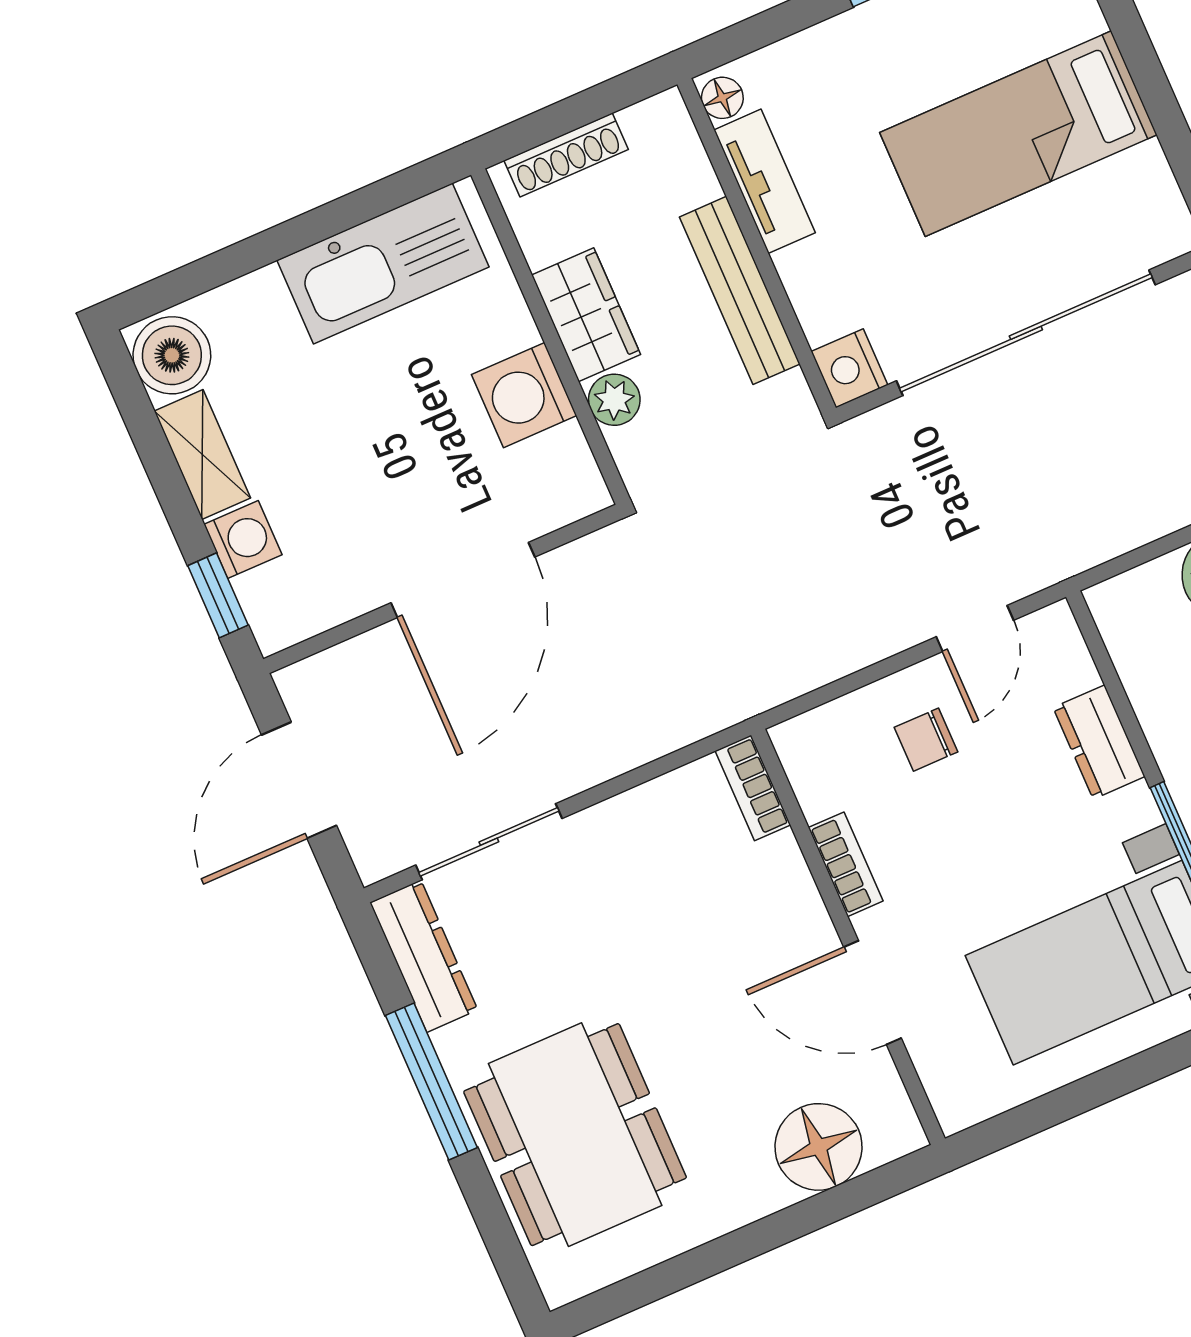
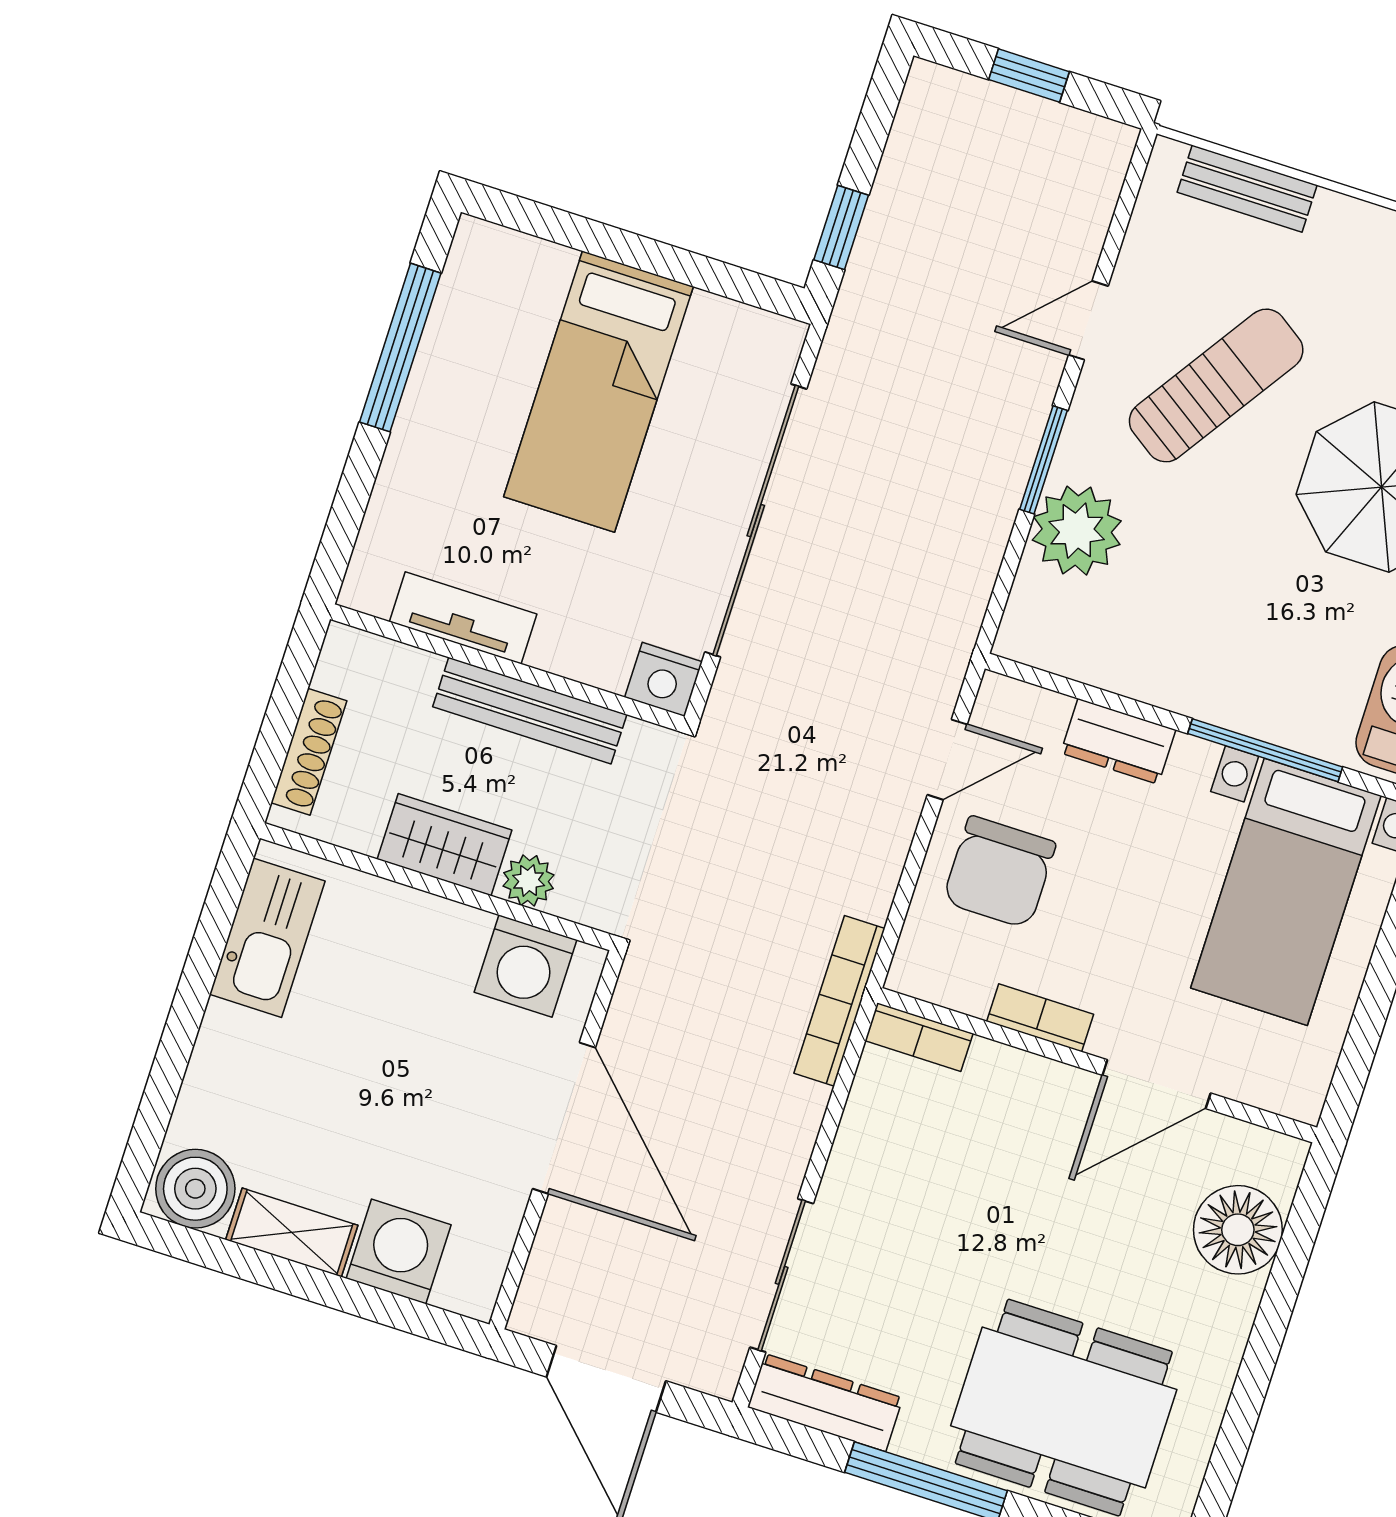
floor lamp: (722, 98) -> (371, 594), removed
kitchen sink: (383, 264) -> (267, 938), width x0.73, depth x0.81
washing machine: (524, 395) -> (526, 966), moved
washing machine: (243, 539) -> (399, 1252), width x1.38, depth x1.38
window: (218, 595) -> (410, 1316), removed
door: (975, 628) -> (947, 760), hinge flipped
bookcase: (728, 706) -> (839, 1001), added
chair: (926, 740) -> (999, 872), width x1.87, depth x1.87

